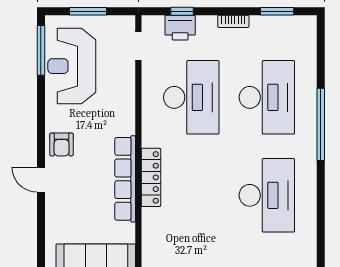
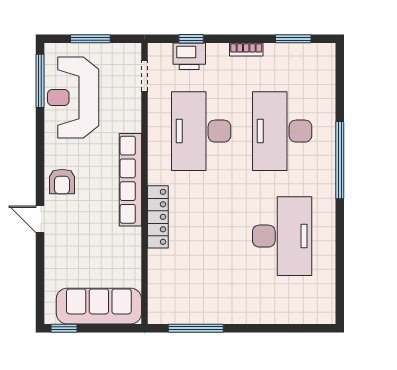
desk: (191, 97) -> (201, 131), turned 180
desk: (267, 97) -> (282, 131), turned 180
row of seats: (125, 179) -> (130, 180), moved

